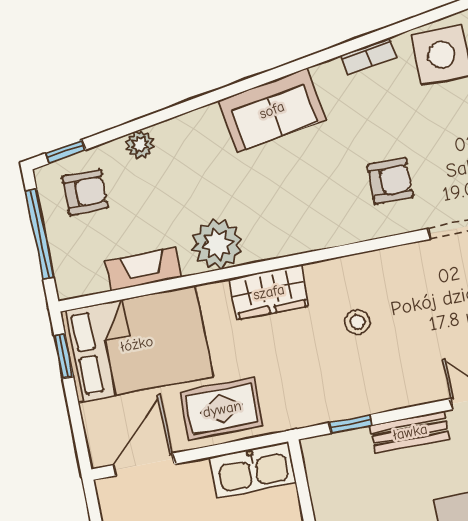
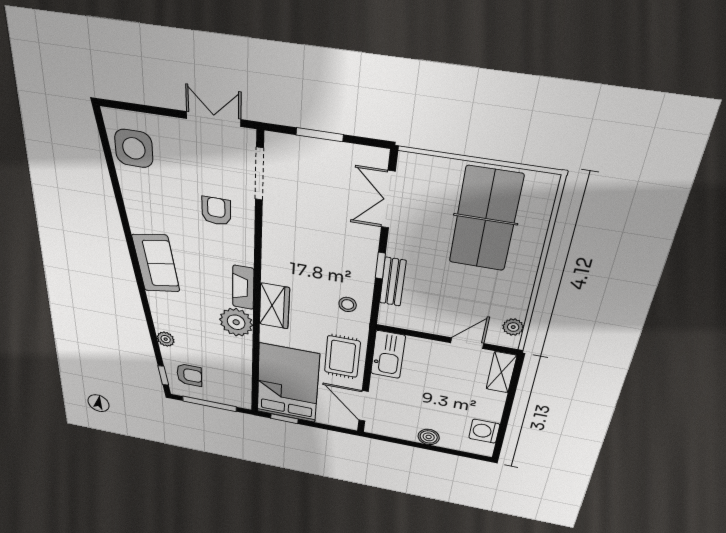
bookcase: (368, 56) -> (128, 195), removed
armchair: (85, 192) -> (189, 375), turned 90
fireplace: (143, 269) -> (243, 287), moved
stool: (357, 322) -> (348, 304), moved
window: (350, 424) -> (380, 266), moved
bench: (410, 432) -> (393, 282), moved

